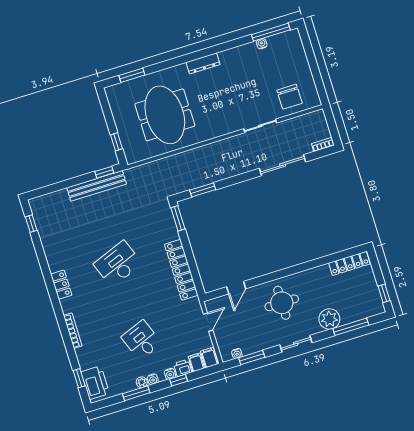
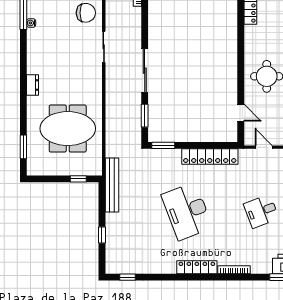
dresser: (203, 63) -> (32, 85), width x0.70
sliding door: (283, 165) -> (145, 71), moved
window: (104, 172) -> (102, 235), moved
bench: (97, 186) -> (112, 185), moved
desk: (118, 264) -> (187, 211), width x1.36, depth x1.30
locker: (61, 285) -> (197, 267), width x1.53

